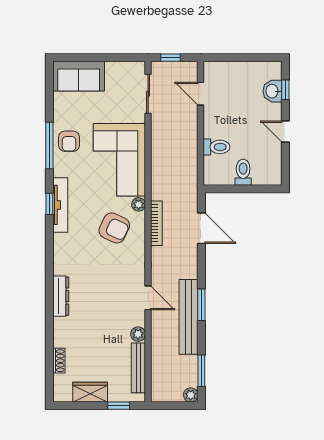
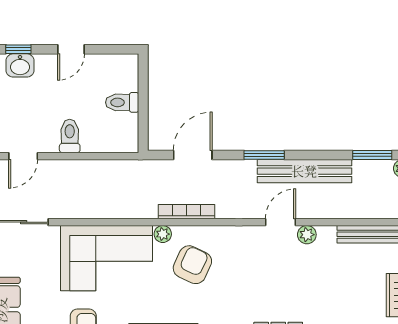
toilet: (216, 147) -> (70, 136), moved
window: (201, 305) -> (264, 155), moved
plant: (138, 334) -> (307, 235), moved

